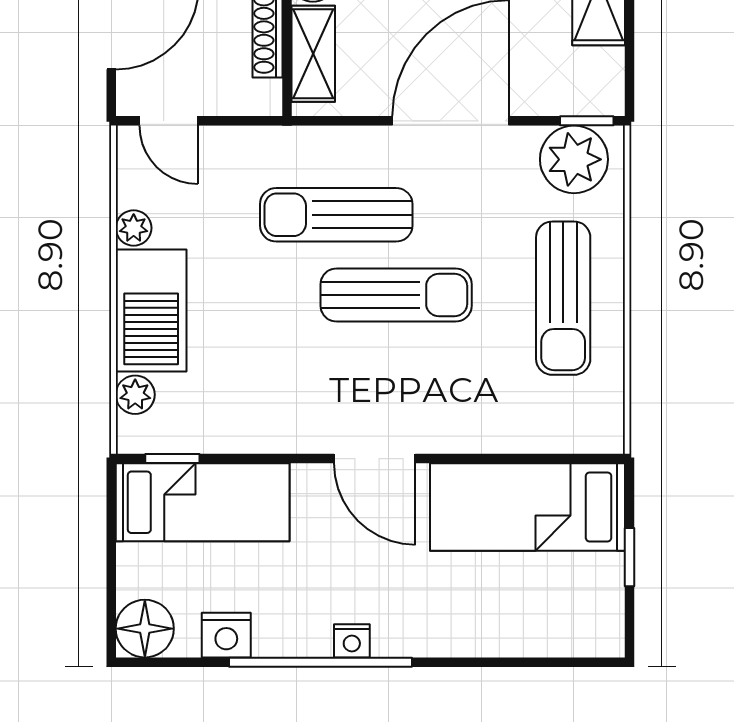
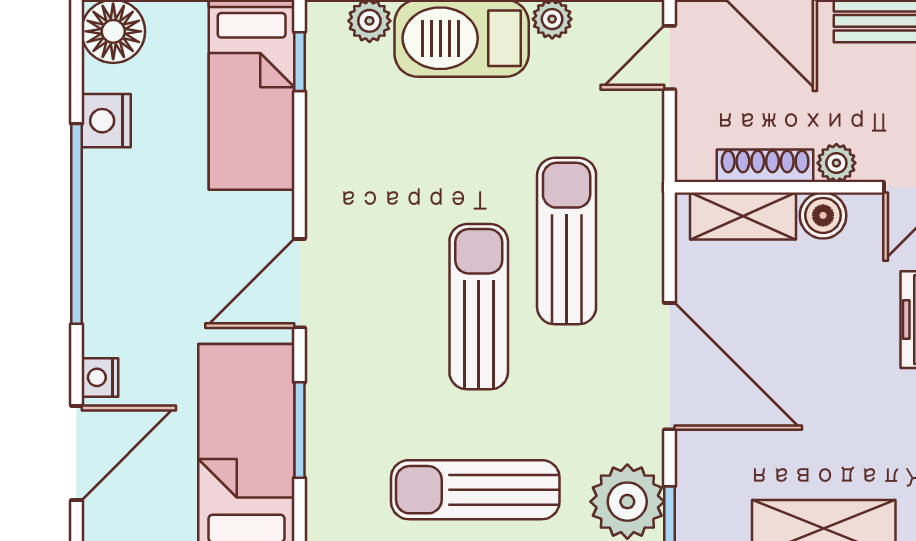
sun lounger: (396, 295) -> (479, 307), turned 180
window: (509, 459) -> (299, 430), added
nightstand: (352, 641) -> (100, 377), moved
door: (530, 662) -> (76, 453), added

